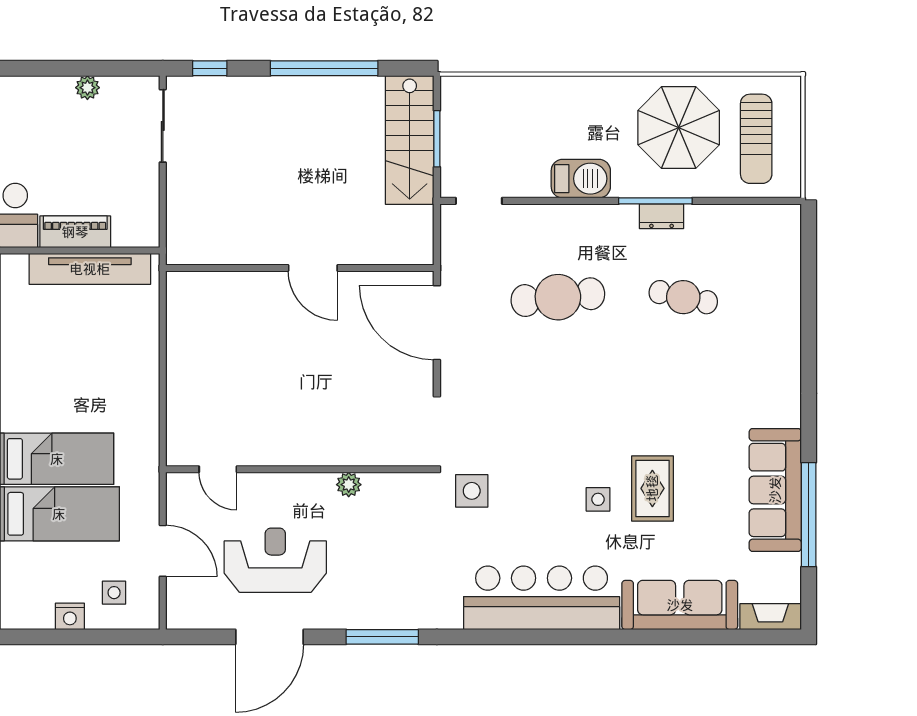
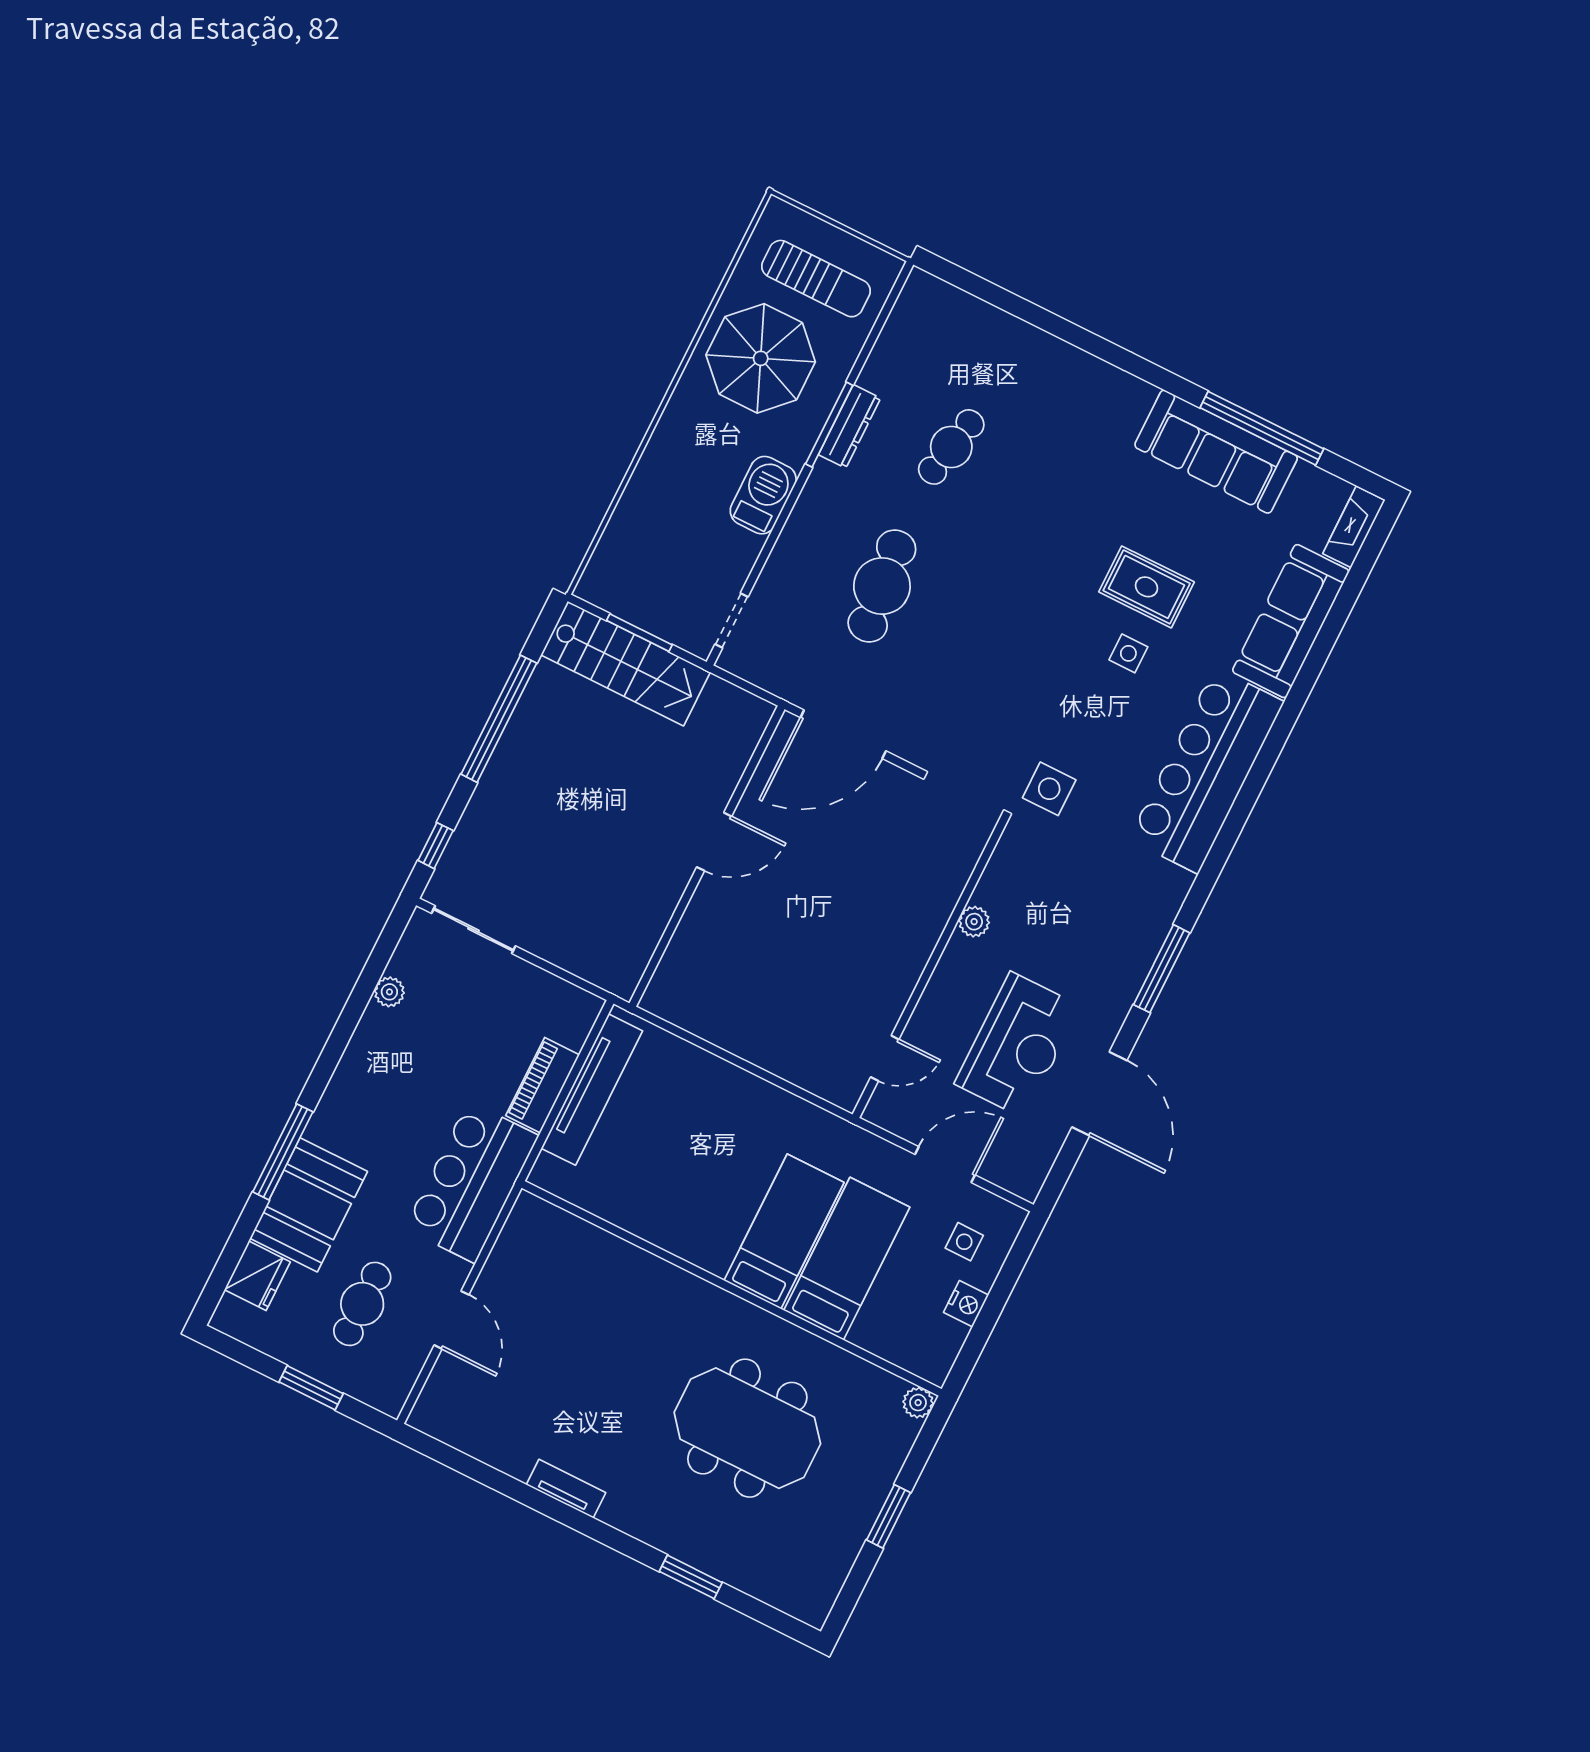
dresser: (662, 216) -> (850, 426), width x1.44
reception desk: (275, 560) -> (1017, 1045), turned 180

